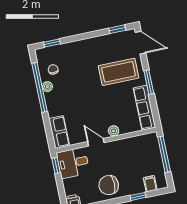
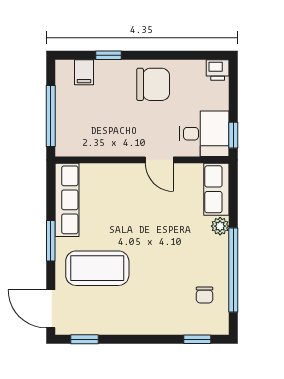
plant: (47, 87) -> (220, 226), moved
plant: (114, 131) -> (126, 172), removed

